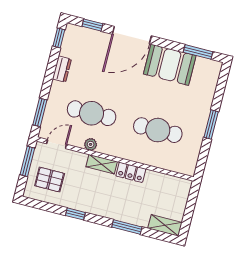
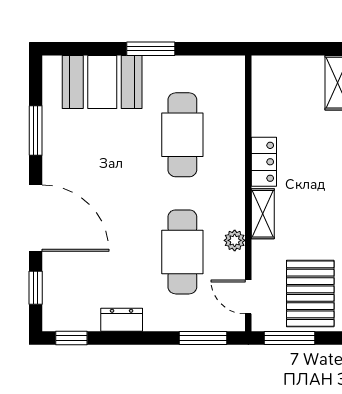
window: (198, 52) -> (36, 131), moved
booth: (170, 65) -> (102, 82), moved, turned 90
pallet: (50, 180) -> (310, 294), width x1.50, depth x1.42

